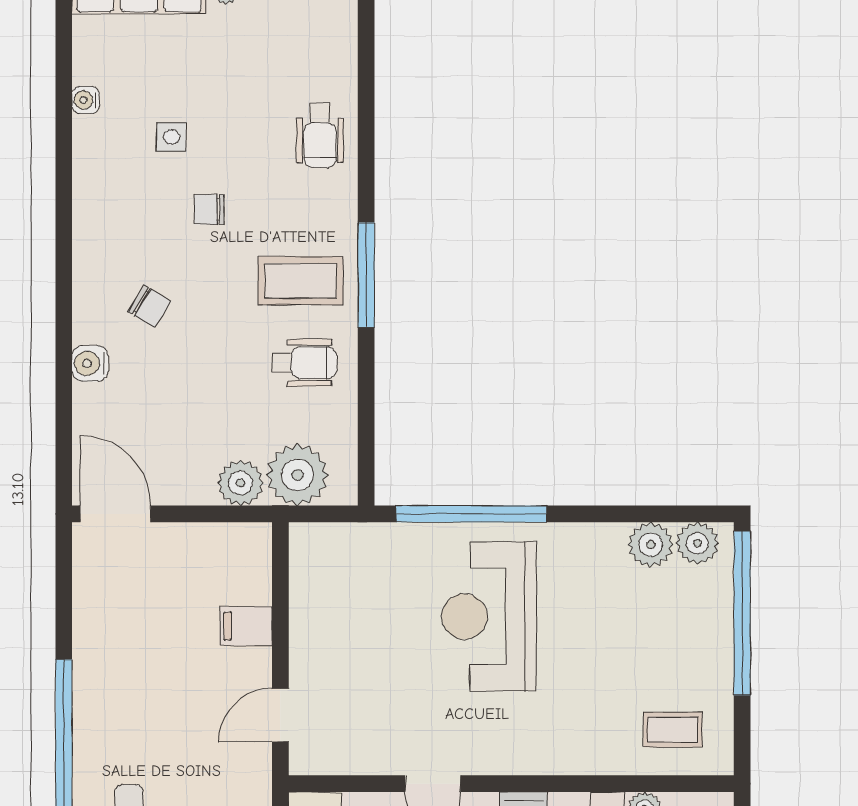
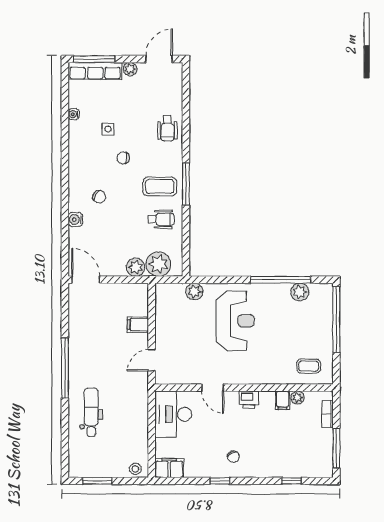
window: (471, 514) -> (281, 280), moved
plant: (697, 543) -> (194, 291), moved
reception desk: (489, 616) -> (235, 321), turned 180

